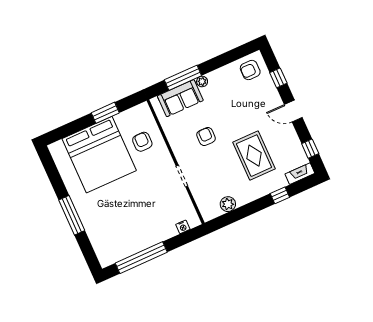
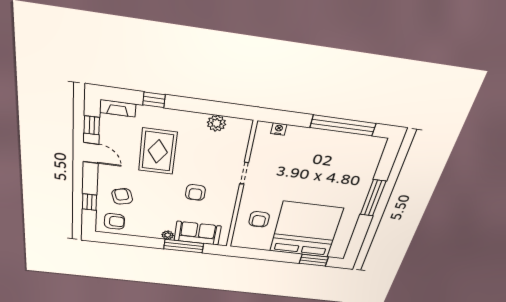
armchair: (257, 99) -> (122, 196), added
door: (293, 111) -> (91, 153), moved
window: (105, 113) -> (314, 260), moved

